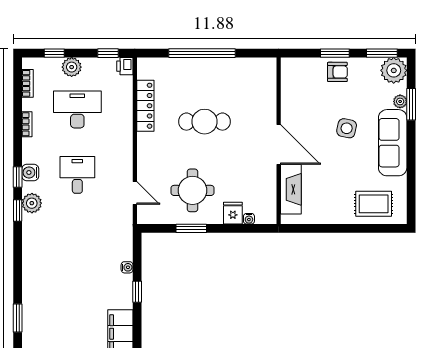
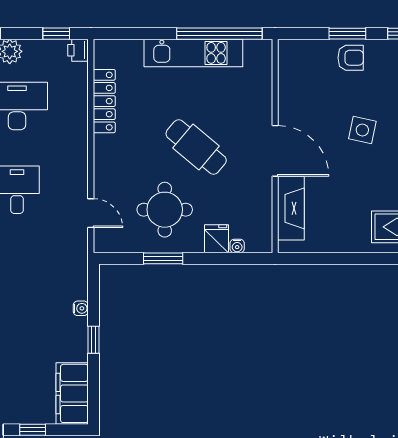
window: (202, 53) -> (219, 34), moved
kitchen unit: (215, 68) -> (193, 53), added
cafe table: (204, 122) -> (196, 147), moved, turned 40

